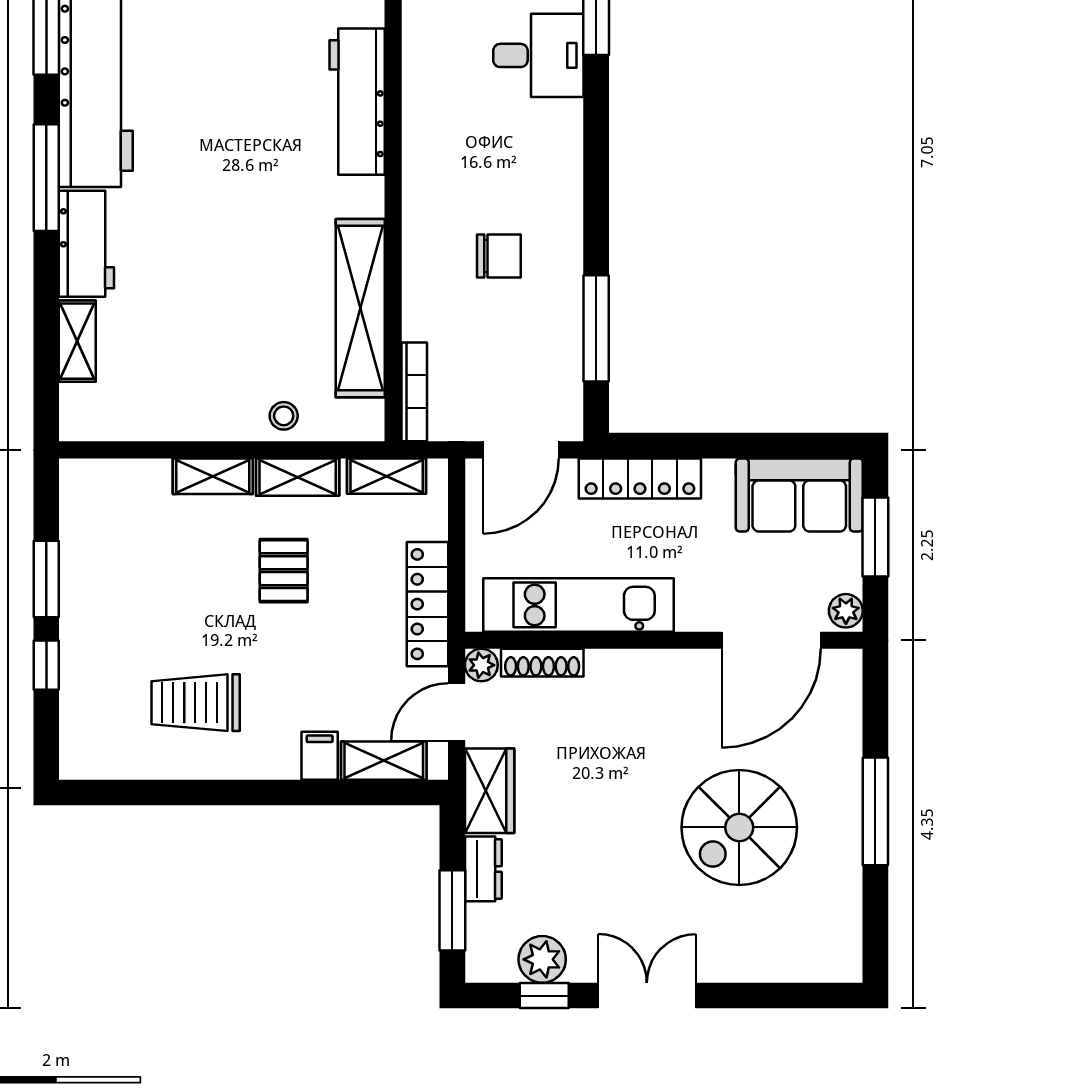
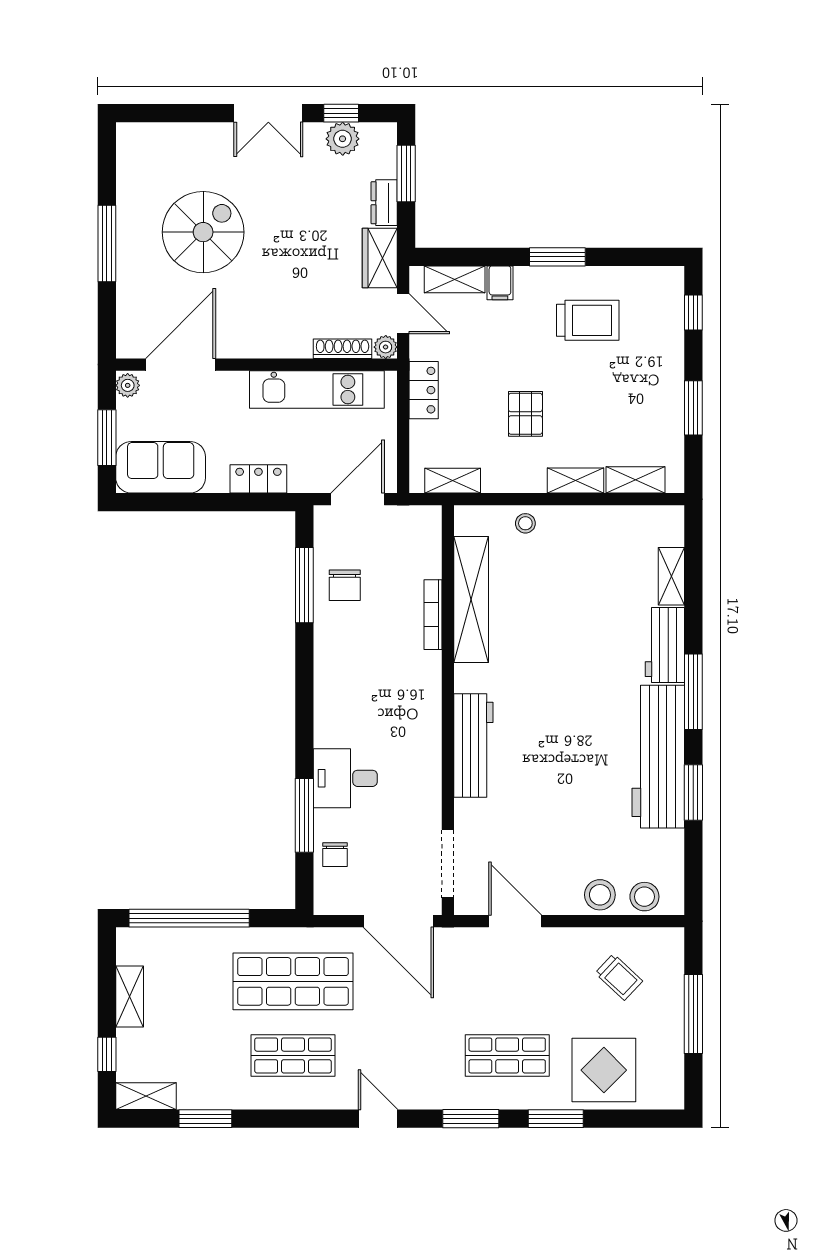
chair: (499, 256) -> (345, 585), moved, turned -90
bookcase: (414, 392) -> (433, 615), moved
shelving: (298, 477) -> (636, 480), moved
locker: (640, 479) -> (258, 479), width x0.66
locker: (428, 604) -> (424, 390), width x0.66
window: (46, 665) -> (693, 313), moved
door: (457, 712) -> (403, 314), hinge flipped
window: (238, 793) -> (557, 257), added

